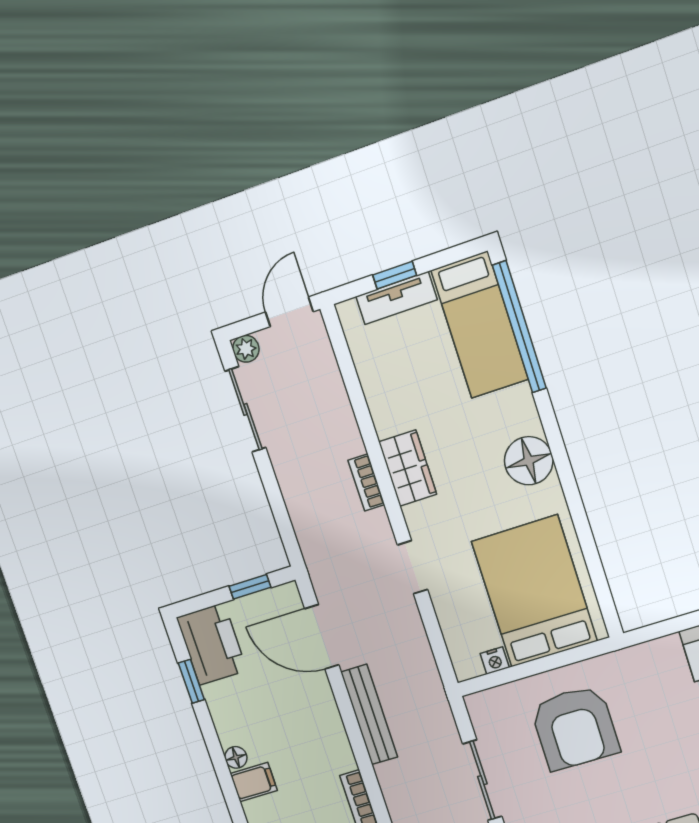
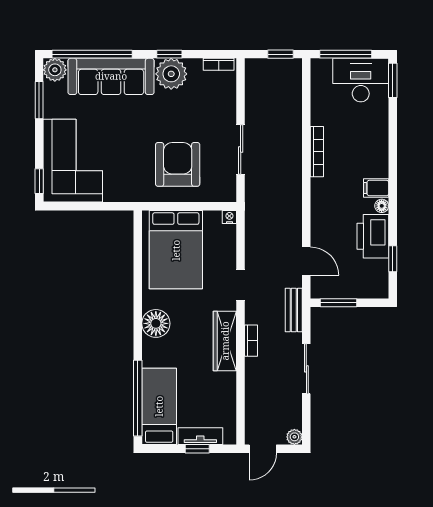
sliding door: (245, 409) -> (306, 369), moved
wardrobe: (408, 468) -> (225, 341), width x1.50
window: (250, 587) -> (339, 303), width x1.50
door: (322, 637) -> (306, 261), width x0.73
printer: (212, 644) -> (373, 236), moved
nightstand: (495, 661) -> (229, 217), moved
bench: (369, 714) -> (294, 310), moved, width x0.73

